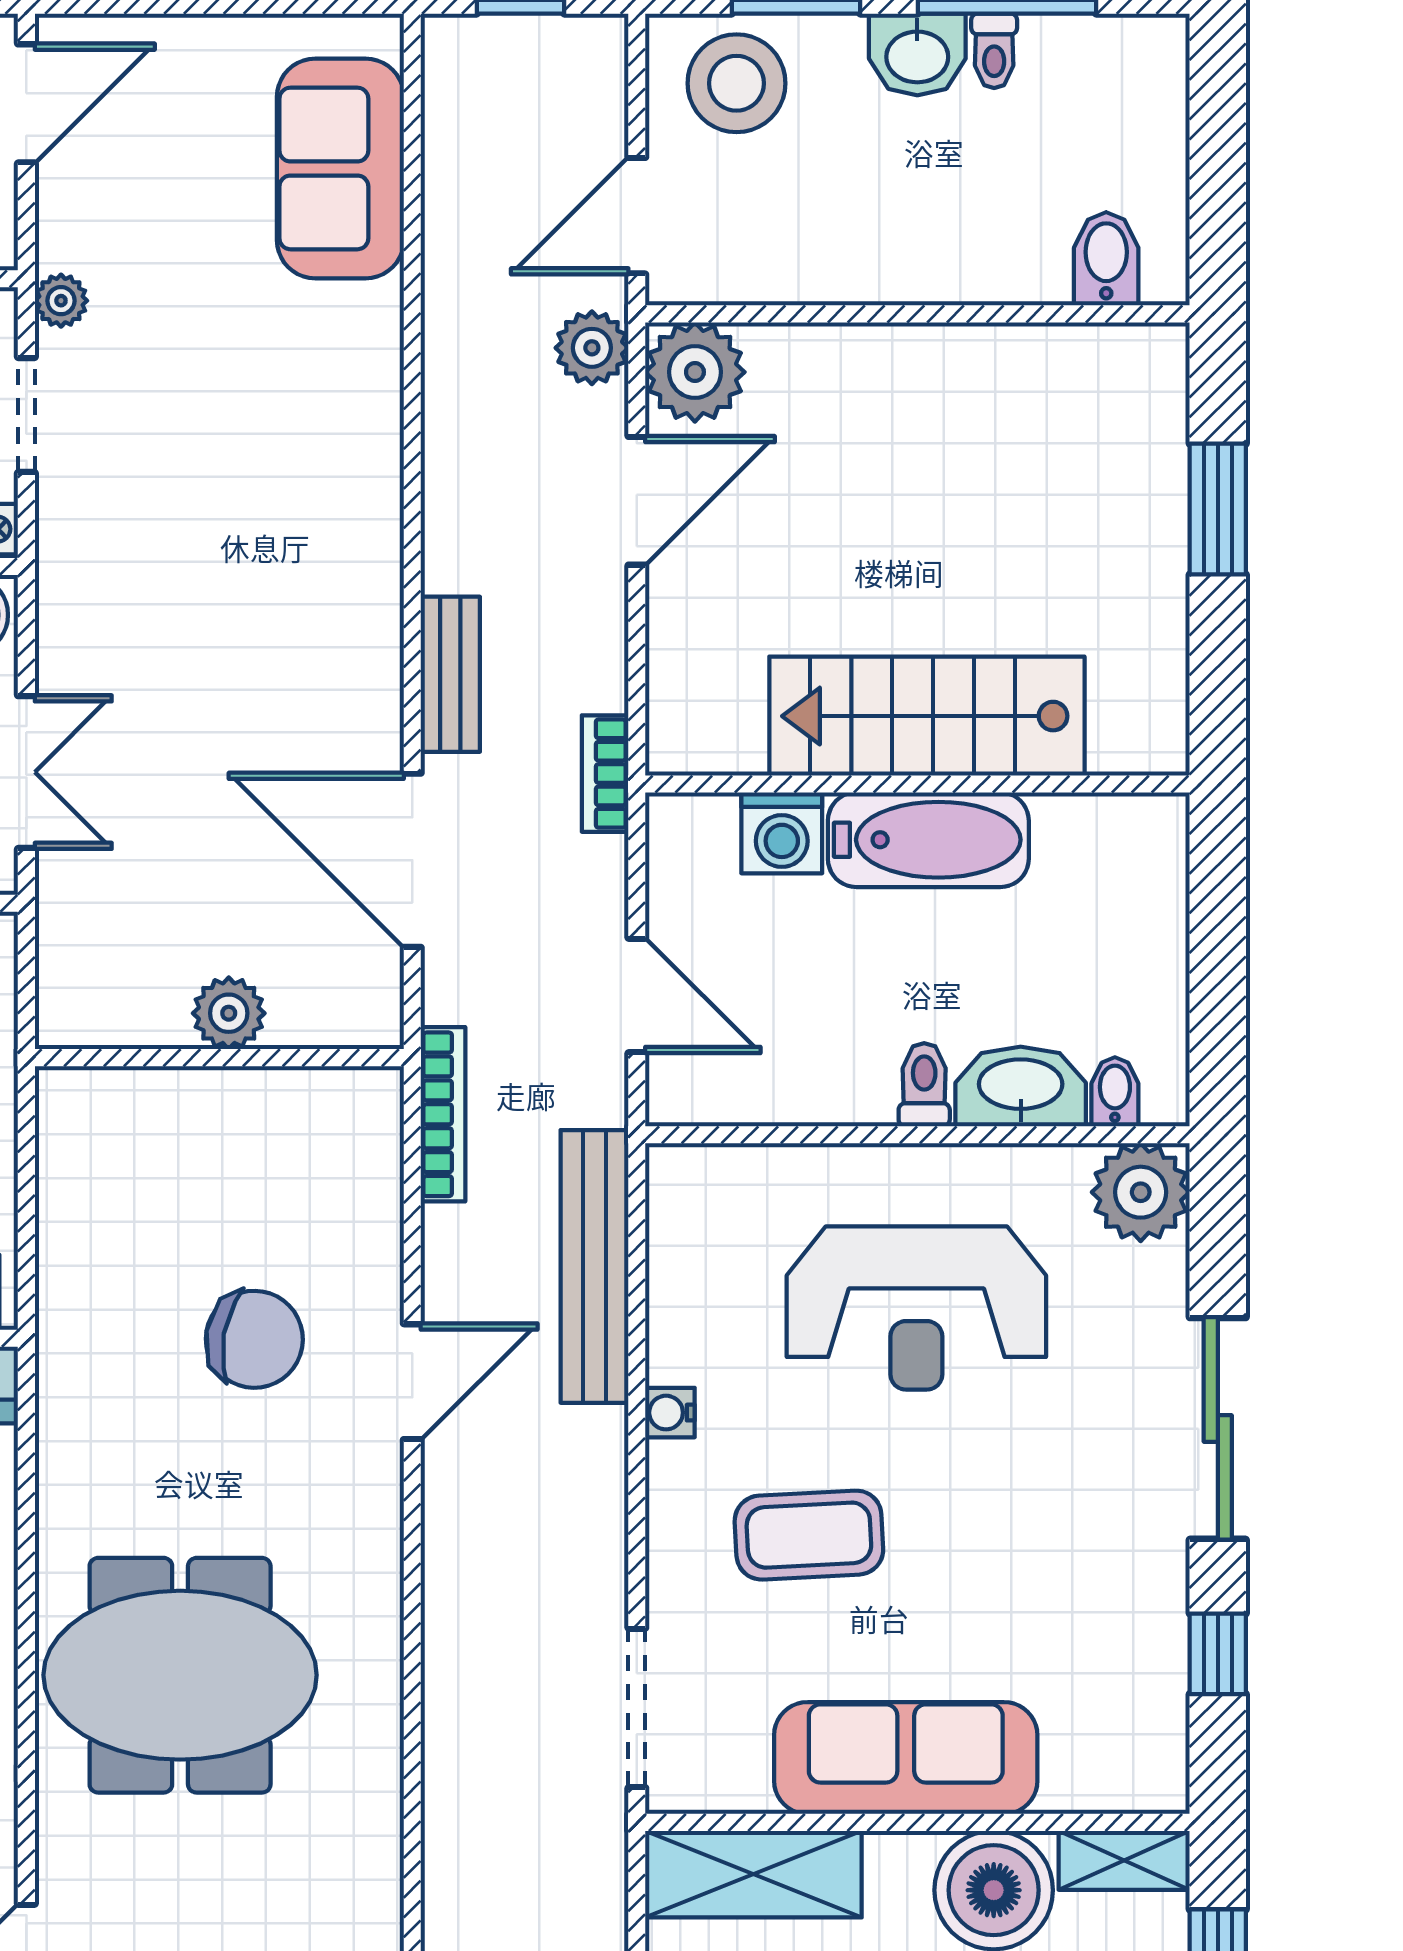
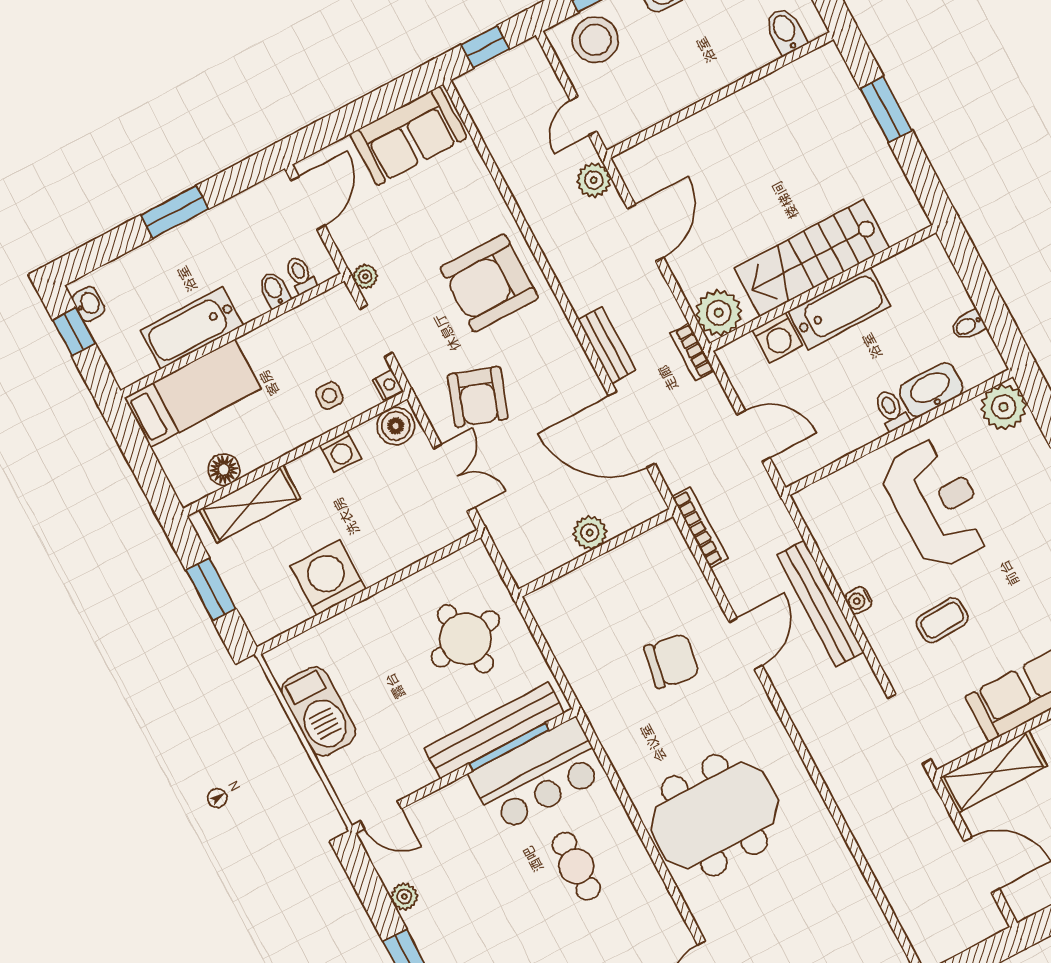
sofa: (340, 168) -> (408, 136), moved, turned -90
door: (637, 216) -> (583, 116), width x0.73
plant: (695, 372) -> (719, 313), moved
armchair: (290, 438) -> (489, 283), added
armchair: (153, 642) -> (478, 397), added
bidet: (1115, 1092) -> (968, 325), moved, turned -90
bench: (594, 1266) -> (820, 604), moved
reception desk: (916, 1308) -> (937, 504), turned -90
coffee table: (809, 1535) -> (942, 620), width x0.73, depth x0.77

